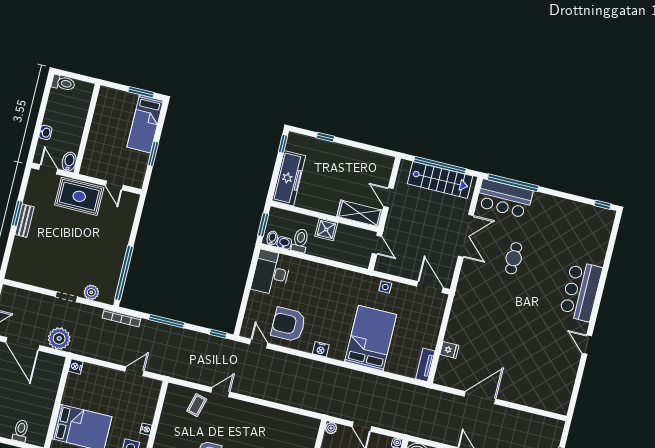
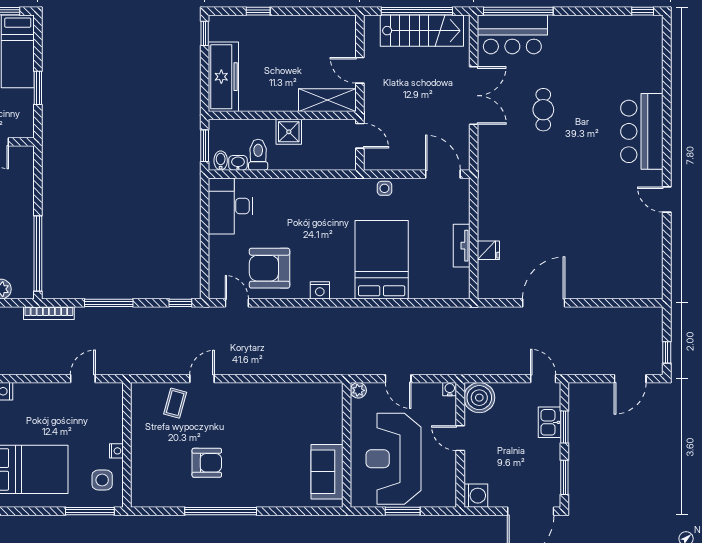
tv unit: (425, 365) -> (462, 246), moved

